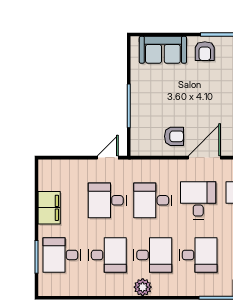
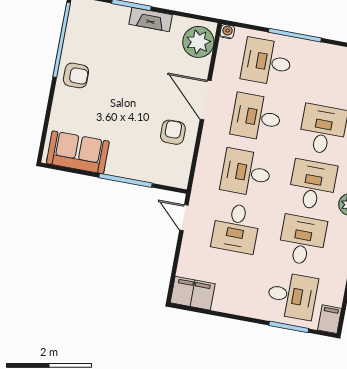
sofa: (163, 50) -> (78, 152), moved, turned -90
desk: (153, 200) -> (246, 173), turned 90
filing cabinet: (49, 208) -> (193, 293), moved
desk: (62, 255) -> (292, 296), turned -90
filing cabinet: (49, 288) -> (330, 319), added

